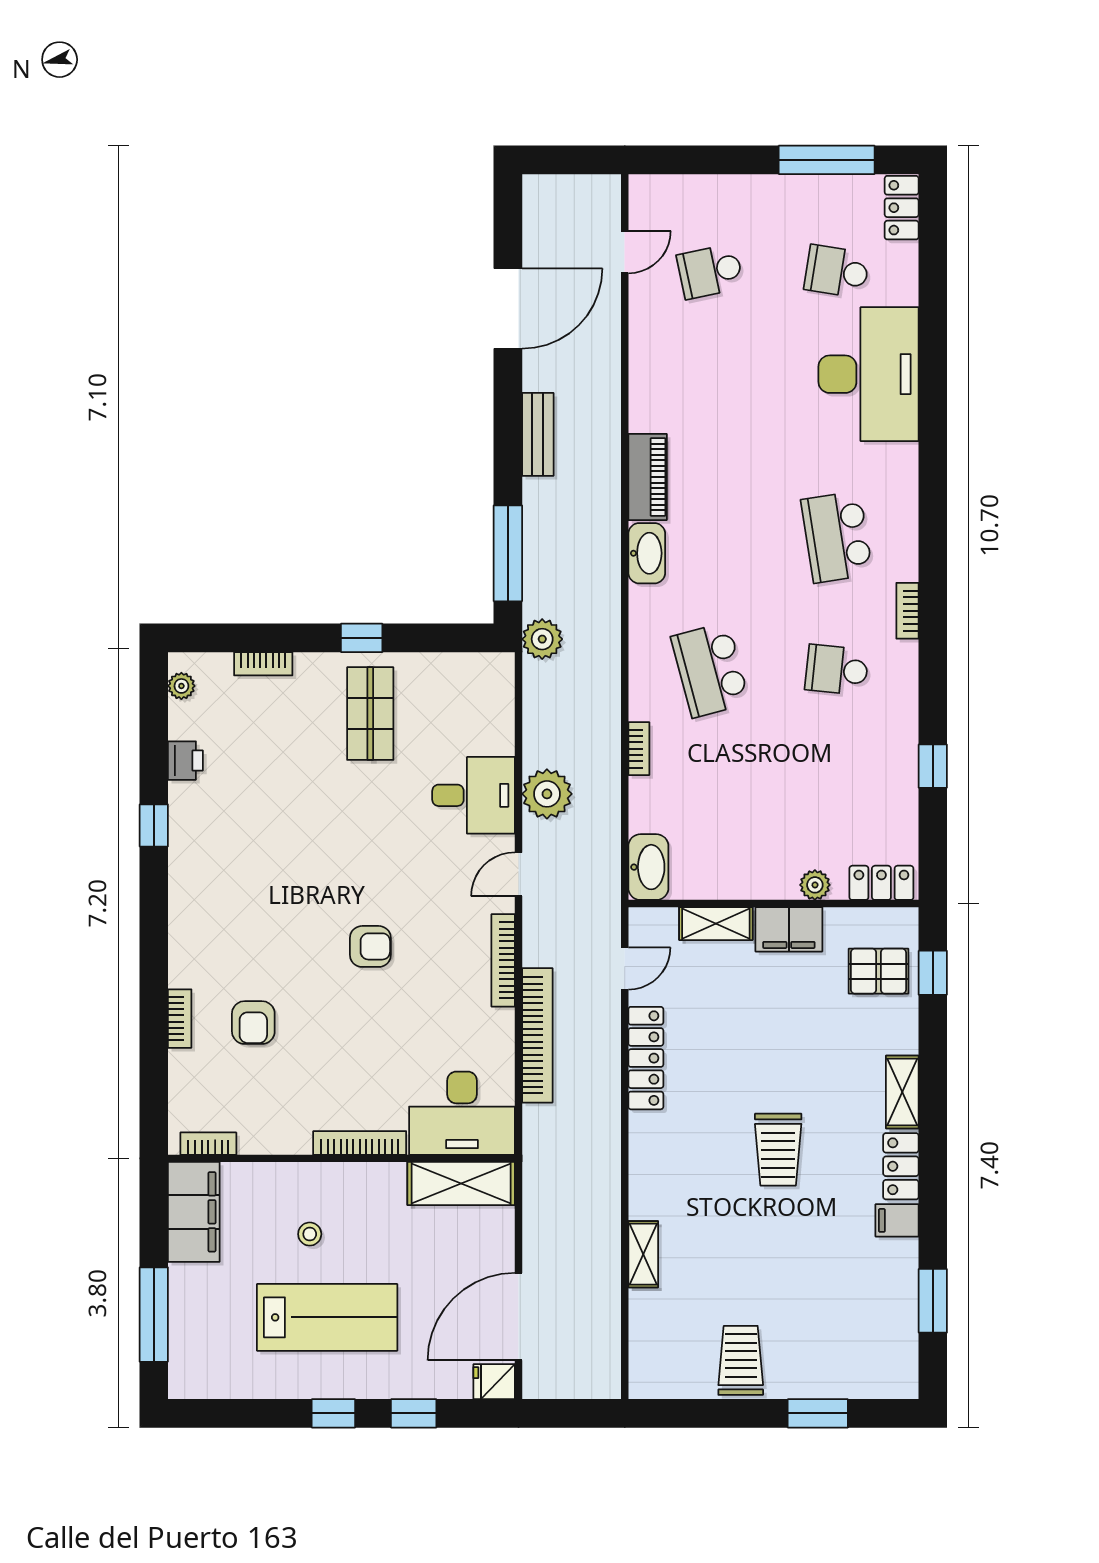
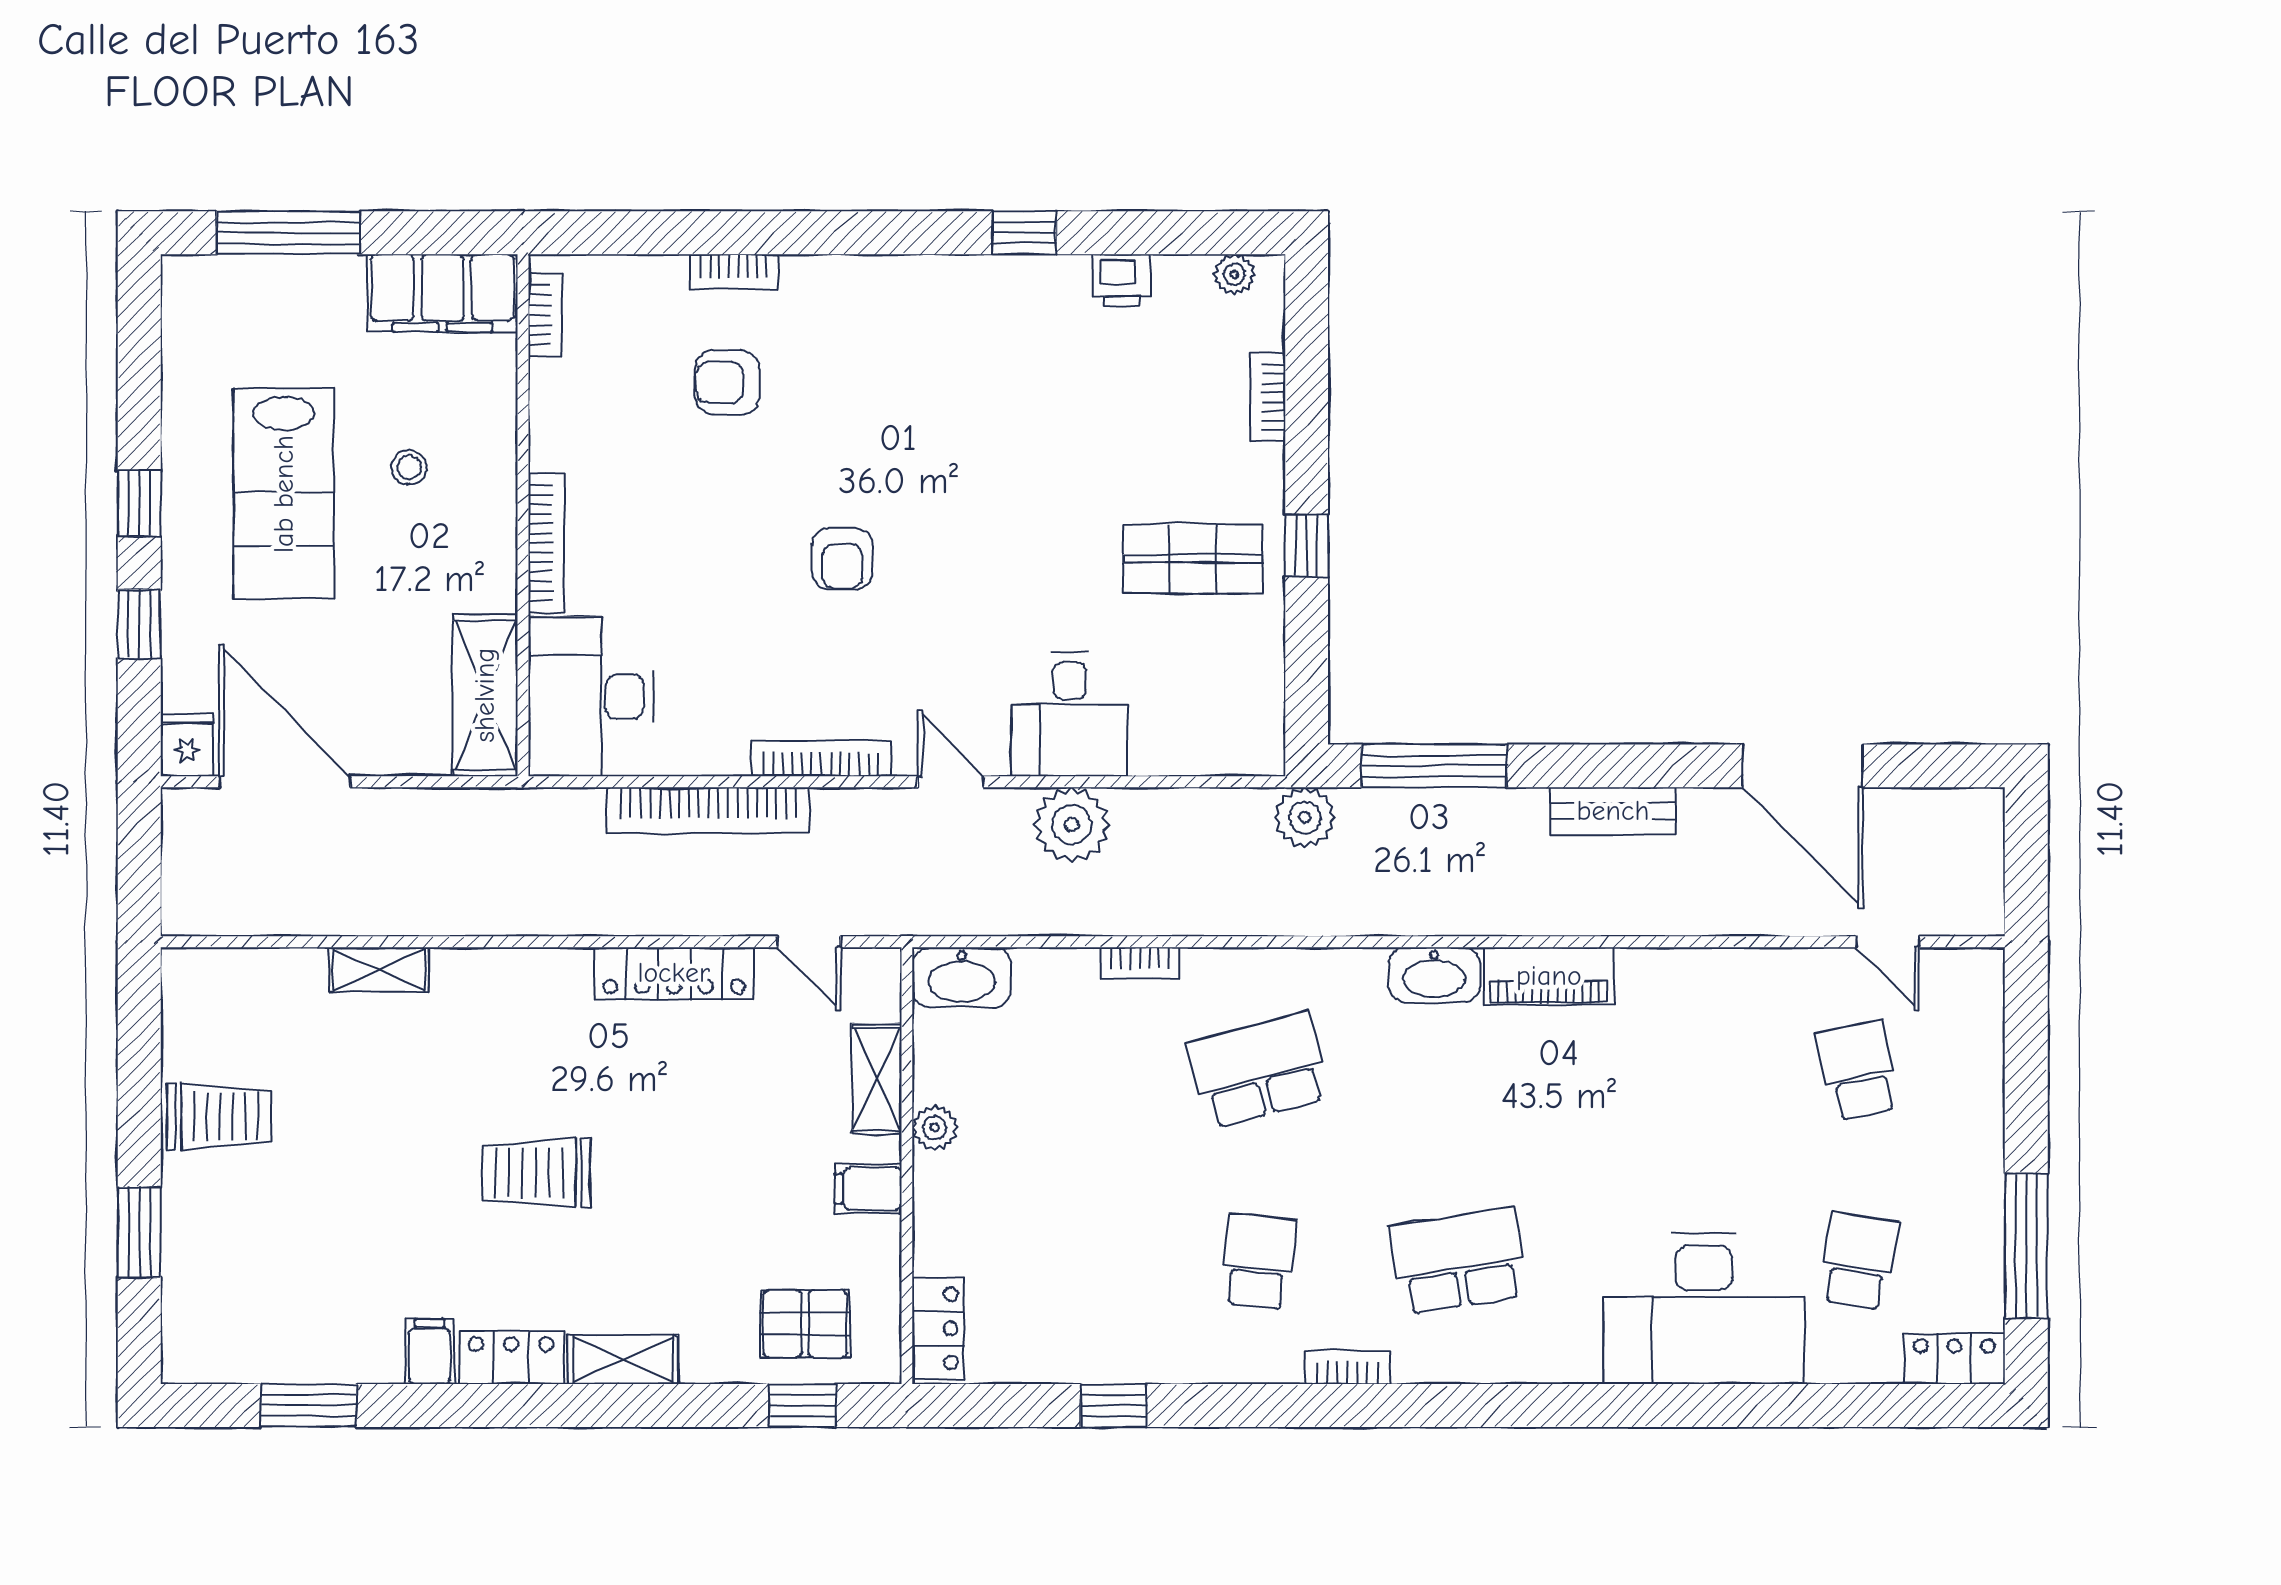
plant: (815, 885) -> (935, 1128), moved
filing cabinet: (789, 929) -> (868, 1189), width x0.50
pallet: (878, 971) -> (805, 1324), turned 90

